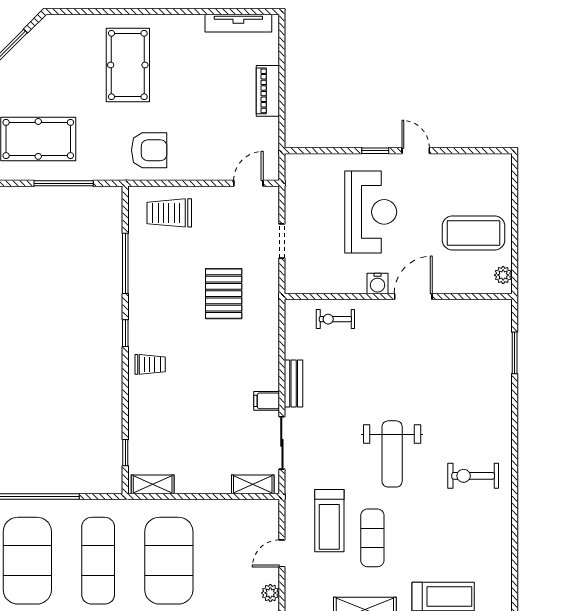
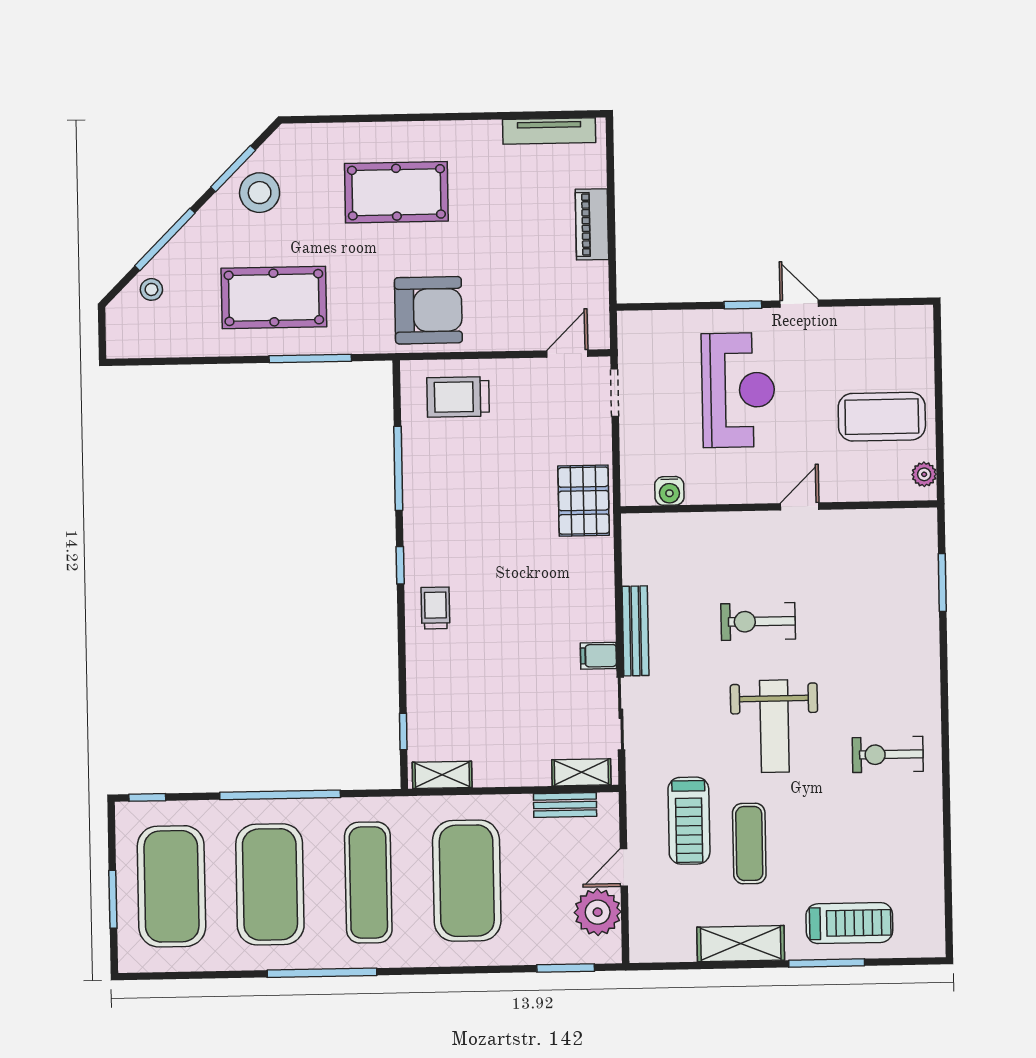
stool: (29, 63) -> (260, 193), added
pool table: (128, 65) -> (396, 192), turned 90
armchair: (149, 150) -> (428, 310), width x1.36, depth x1.36
doorway: (282, 241) -> (615, 393), moved
water cooler: (378, 283) -> (669, 491), moved
pallet: (224, 294) -> (584, 501), moved
door: (413, 296) -> (800, 506), width x0.73
exercise bike: (335, 319) -> (758, 621), moved, width x1.38, depth x1.39
trolley: (150, 364) -> (435, 608), turned -90
bench: (294, 384) -> (635, 631), width x1.36
bench: (241, 508) -> (565, 805), added
plant: (270, 593) -> (598, 912), width x1.88, depth x1.88

